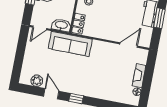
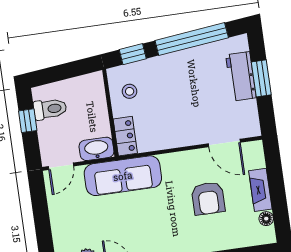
door: (129, 45) -> (224, 143), swing flipped
armchair: (110, 71) -> (208, 198), added

